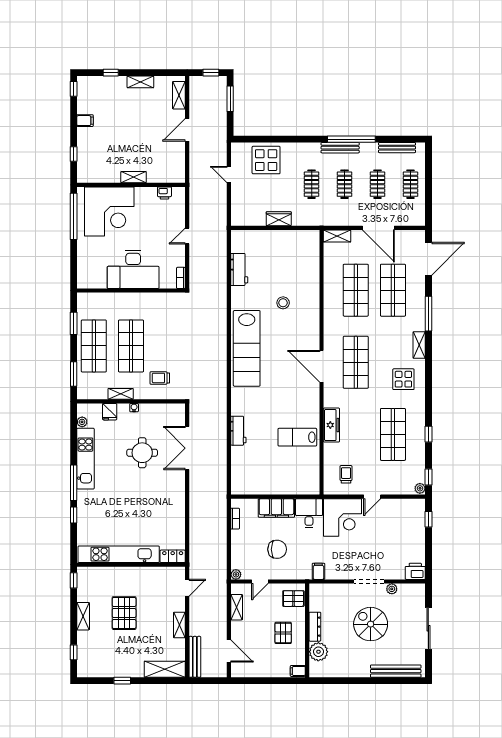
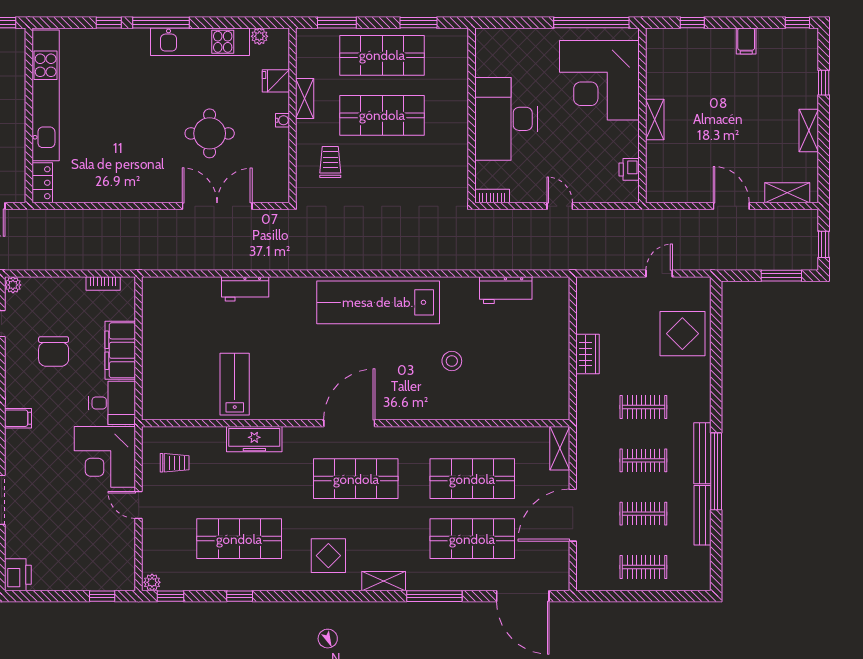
bench: (397, 148) -> (703, 515), moved

